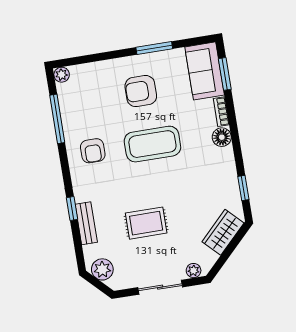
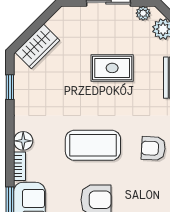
armchair: (93, 151) -> (153, 148), turned -87
plant: (194, 271) -> (143, 13), moved

